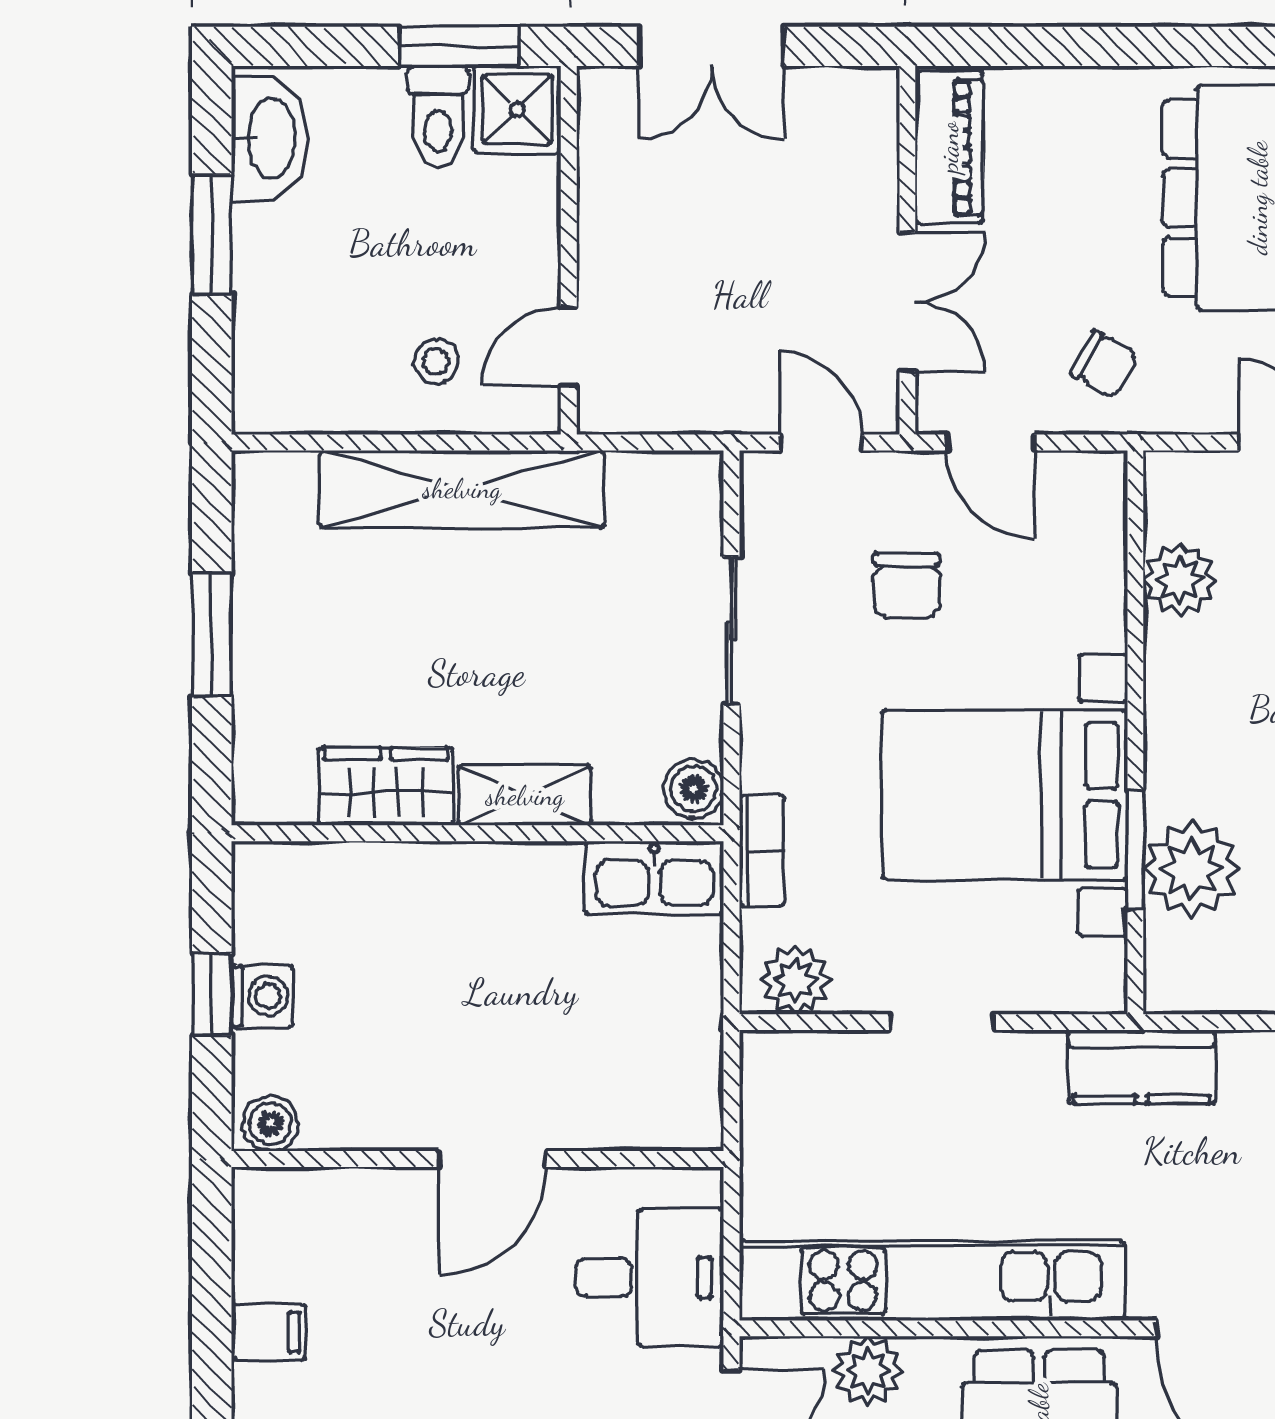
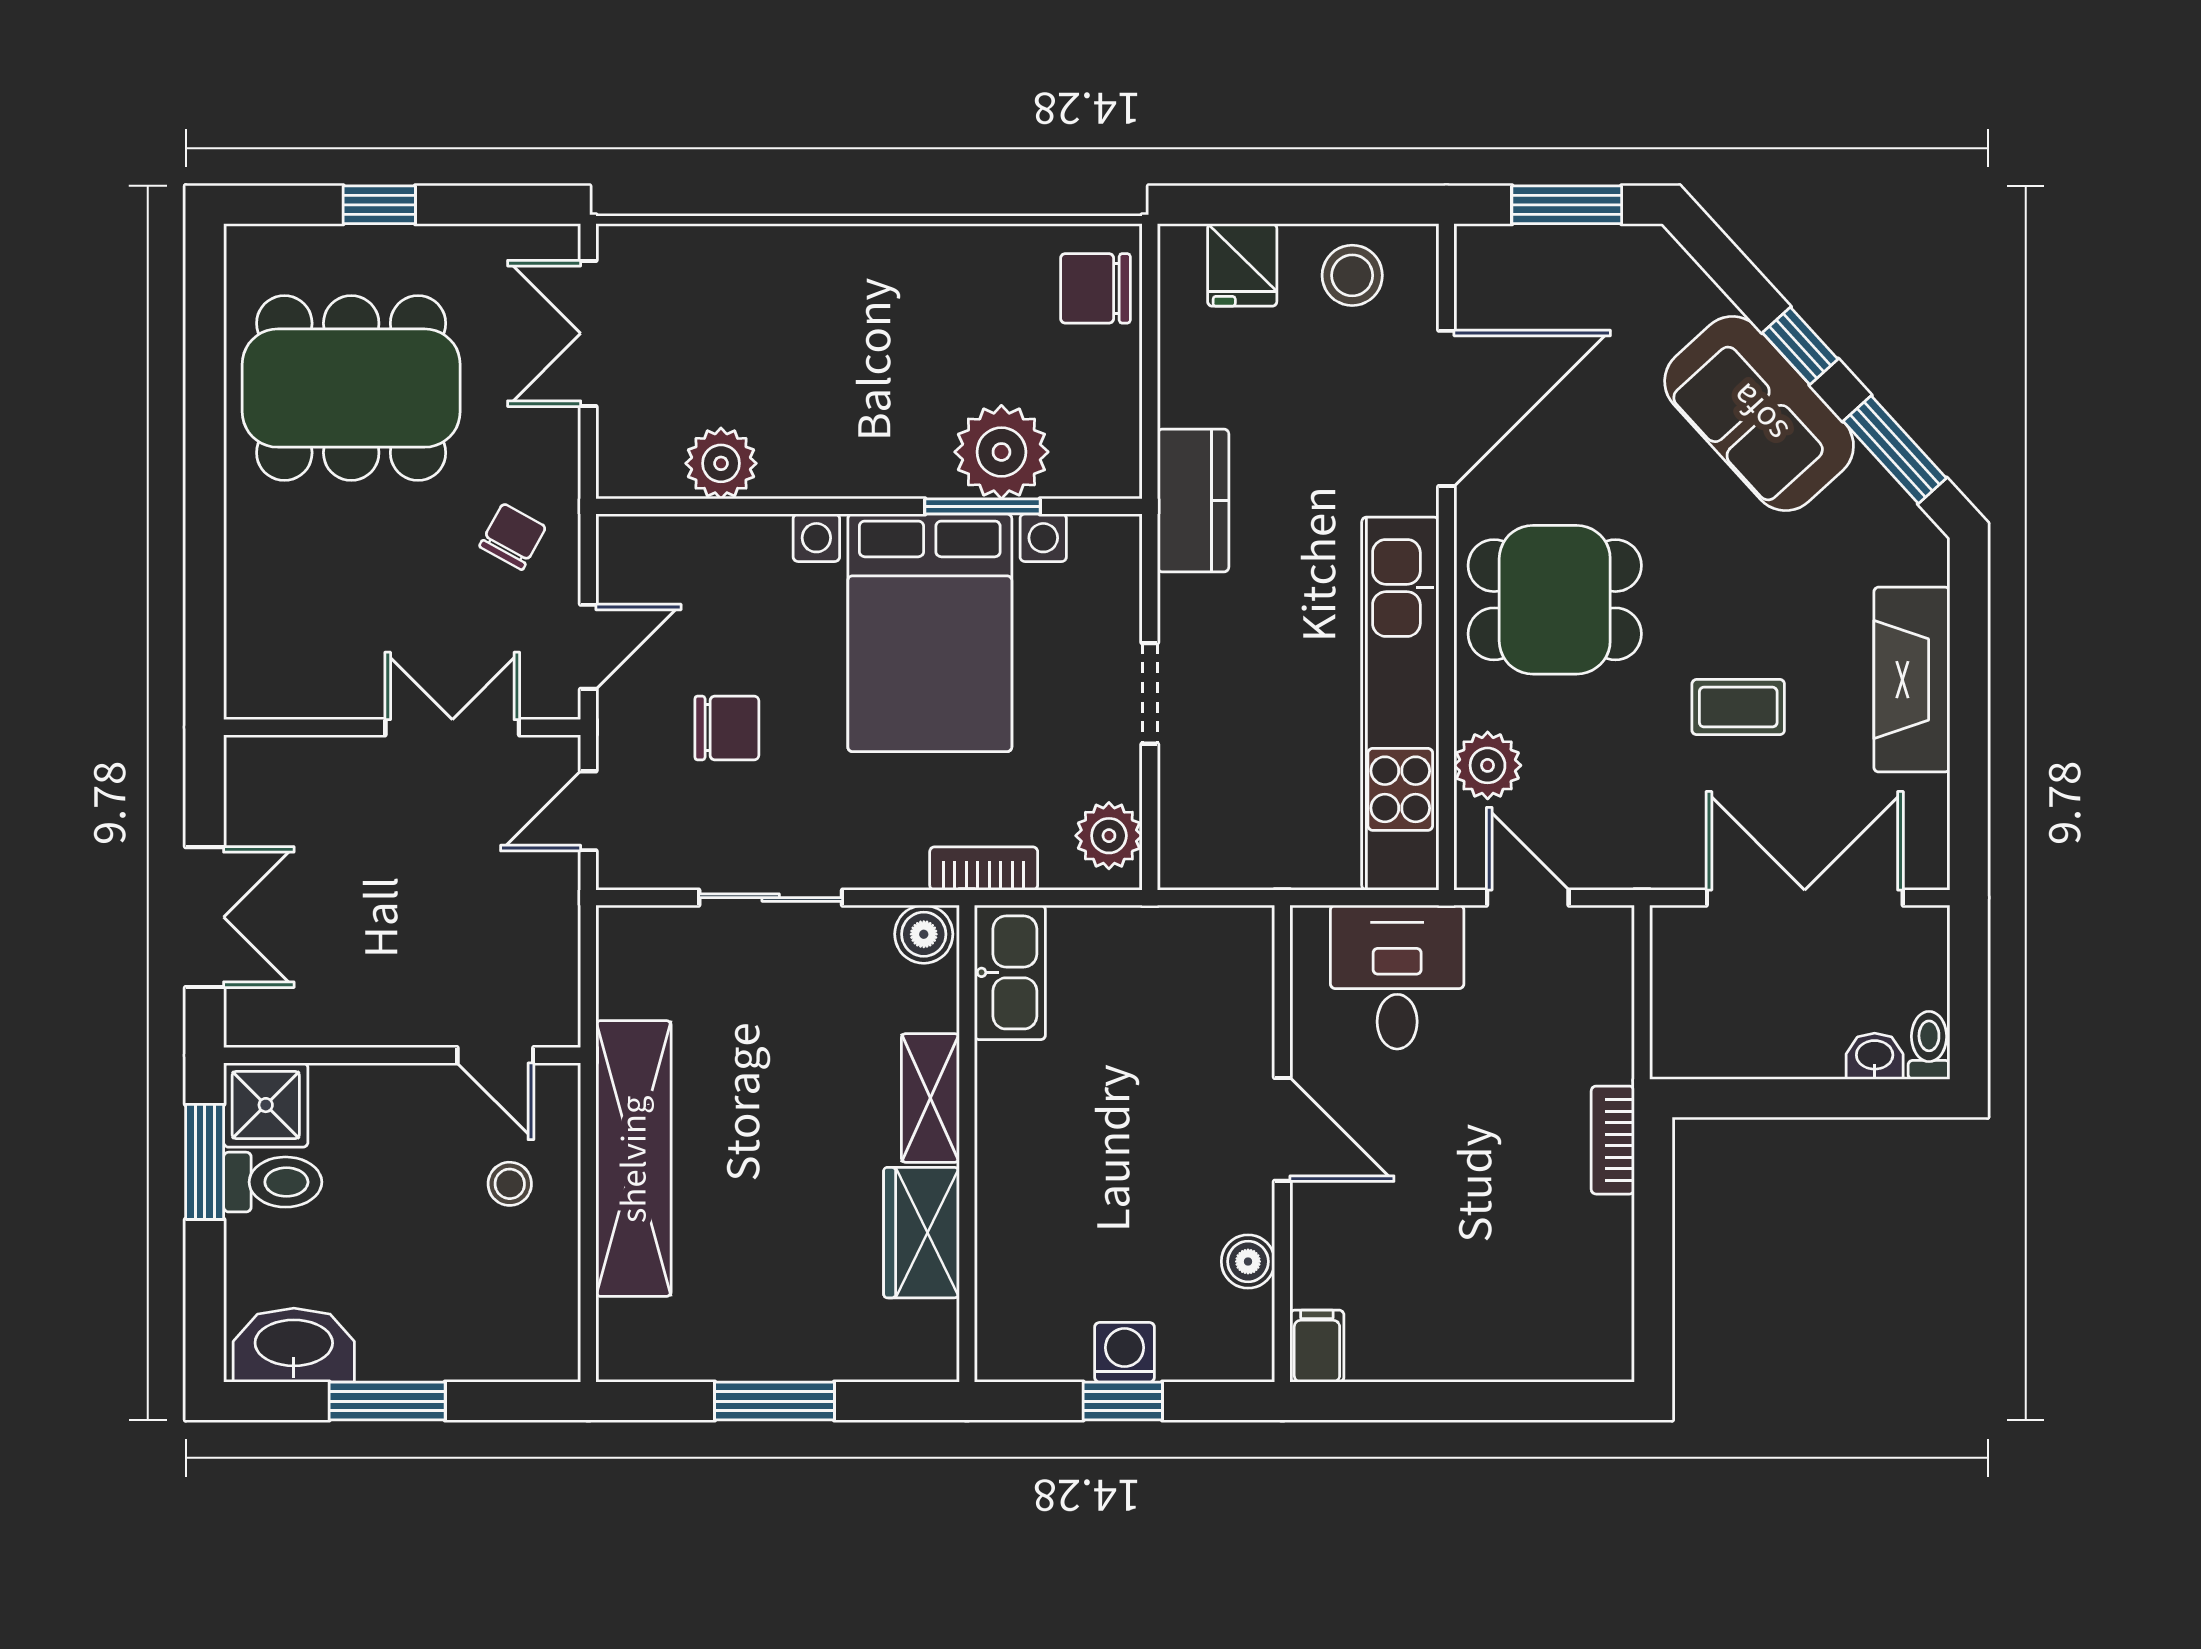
piano: (949, 147) -> (303, 687), removed
boiler: (270, 1124) -> (1248, 1261), moved
filing cabinet: (268, 1332) -> (1317, 1346), moved

